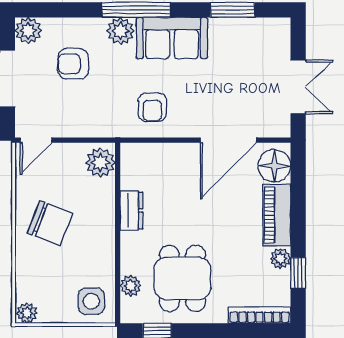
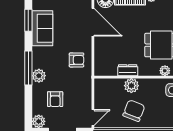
sofa: (172, 38) -> (42, 28), moved
door: (36, 140) -> (93, 117), hinge flipped
plant: (100, 163) -> (131, 86), moved

